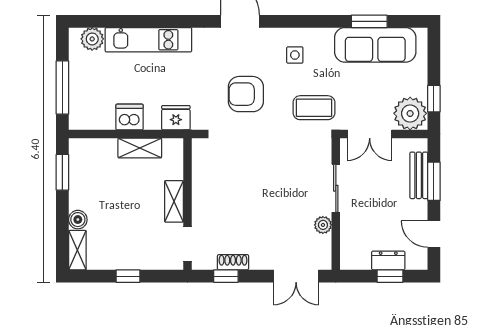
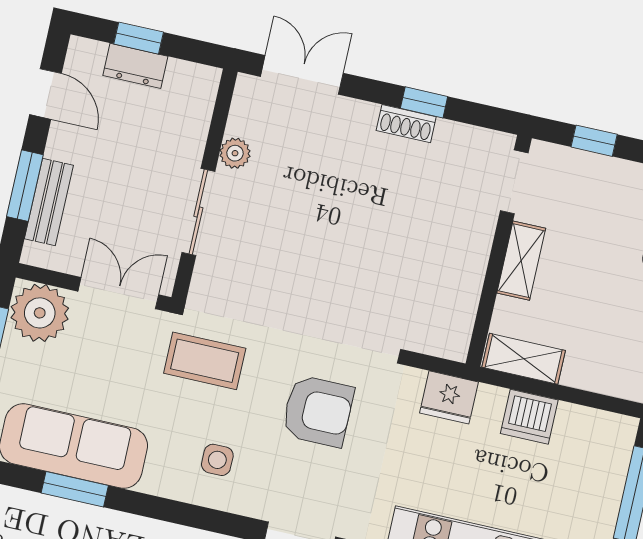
shelving: (174, 201) -> (521, 261), moved
wall: (188, 204) -> (499, 251), moved
doorway: (188, 244) -> (514, 182), moved

